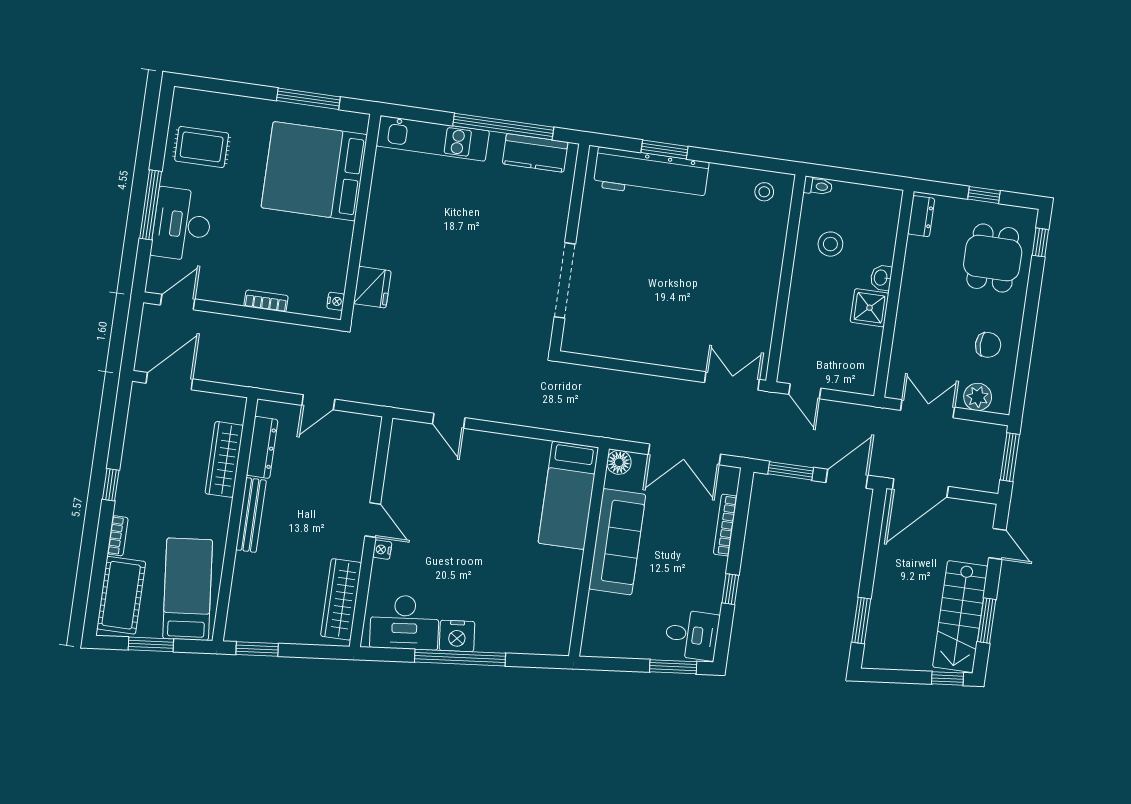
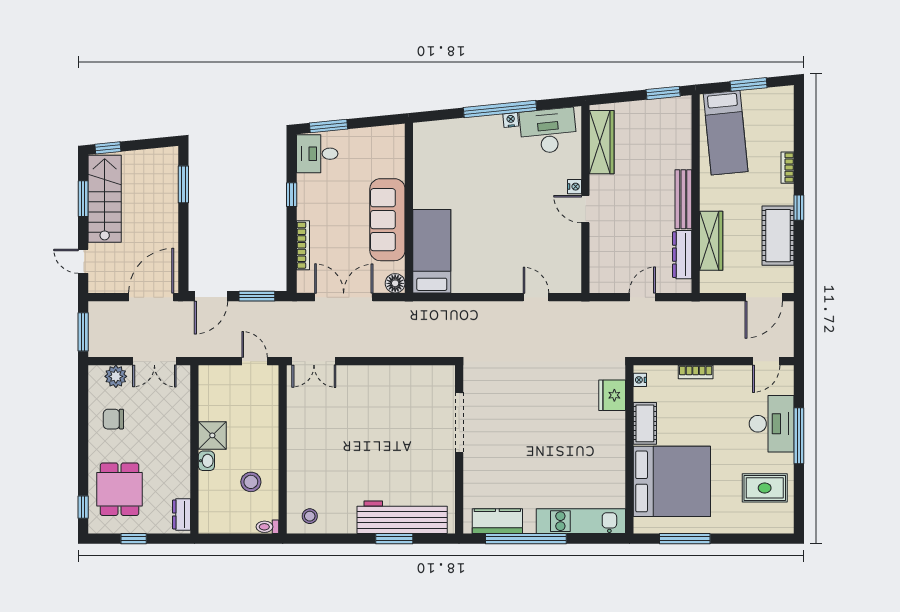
cot: (337, 247) -> (645, 423), added
cot: (121, 595) -> (778, 236), moved
nightstand: (457, 636) -> (511, 120), width x0.53, depth x0.56

